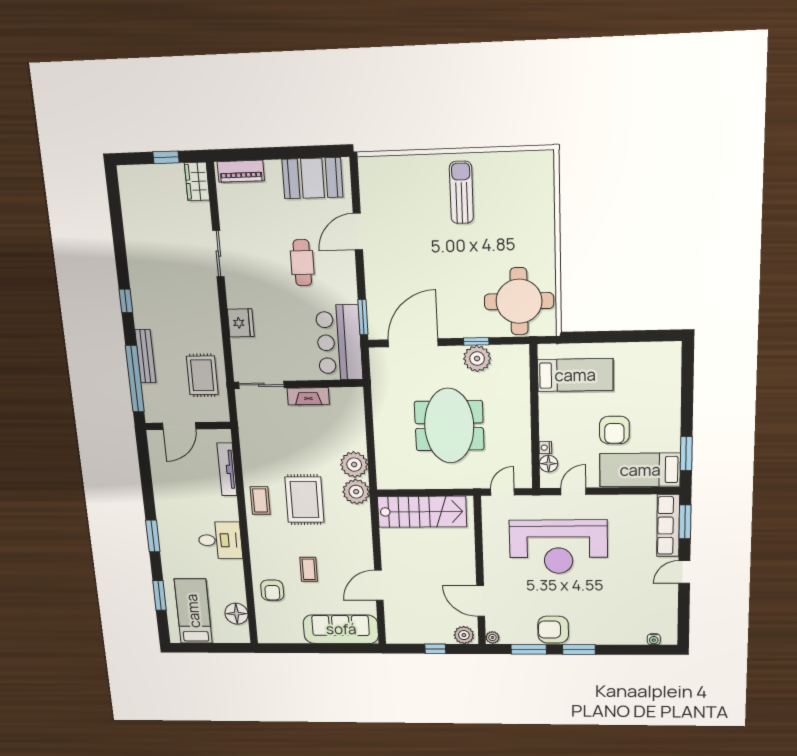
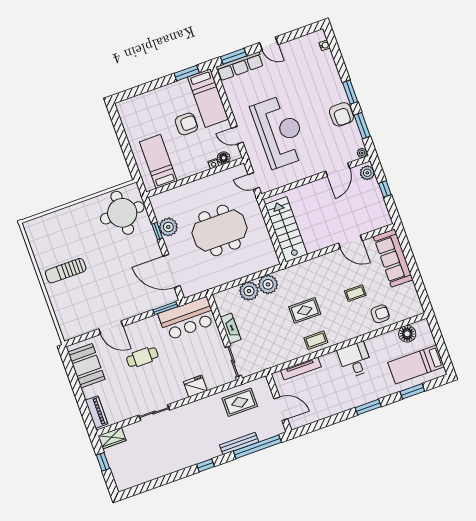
plant: (356, 492) -> (249, 291), moved
rug: (304, 500) -> (305, 310), width x0.73, depth x0.70

